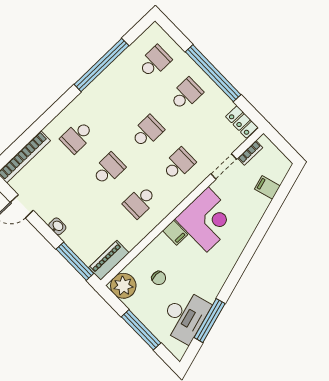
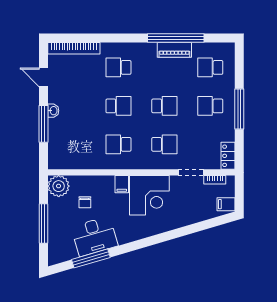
school desk: (155, 62) -> (210, 67), turned 180
window: (213, 73) -> (239, 109), width x0.68
school desk: (186, 94) -> (210, 106), turned 180
filing cabinet: (267, 187) -> (226, 204), moved, turned -74
piano: (109, 260) -> (174, 50), moved, turned 180
window: (75, 261) -> (43, 124), moved
desk: (185, 316) -> (94, 236), moved

